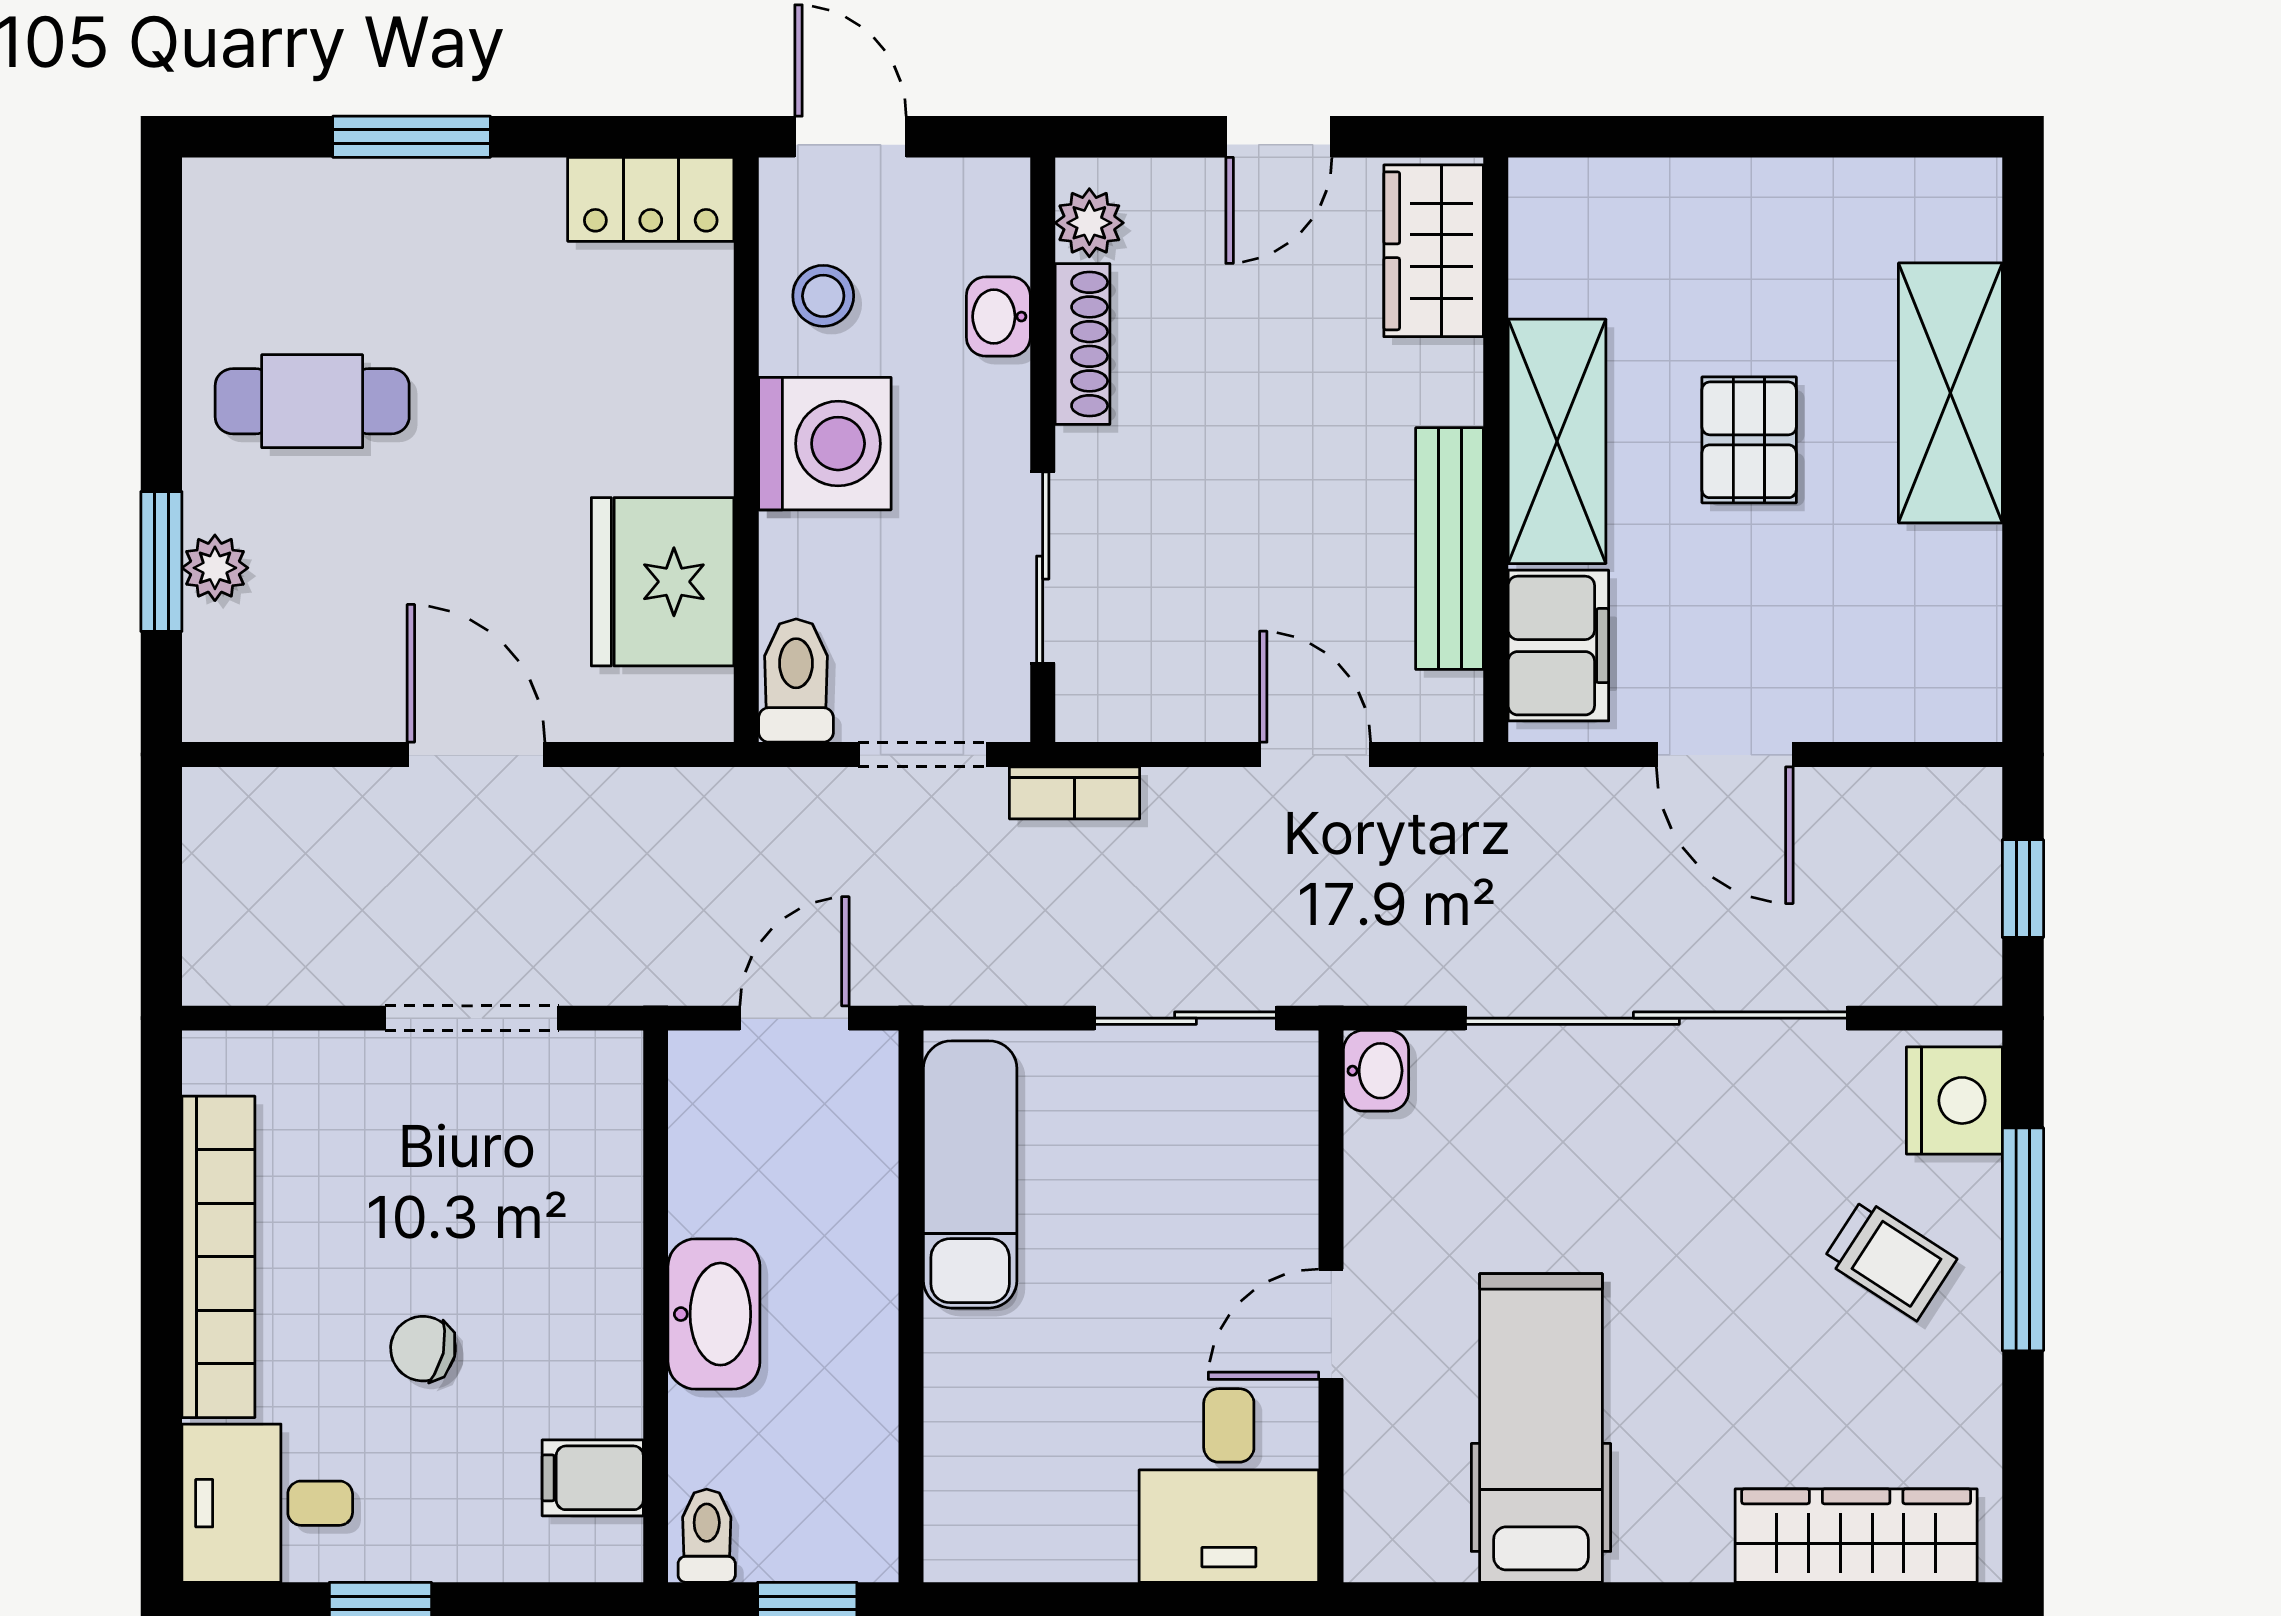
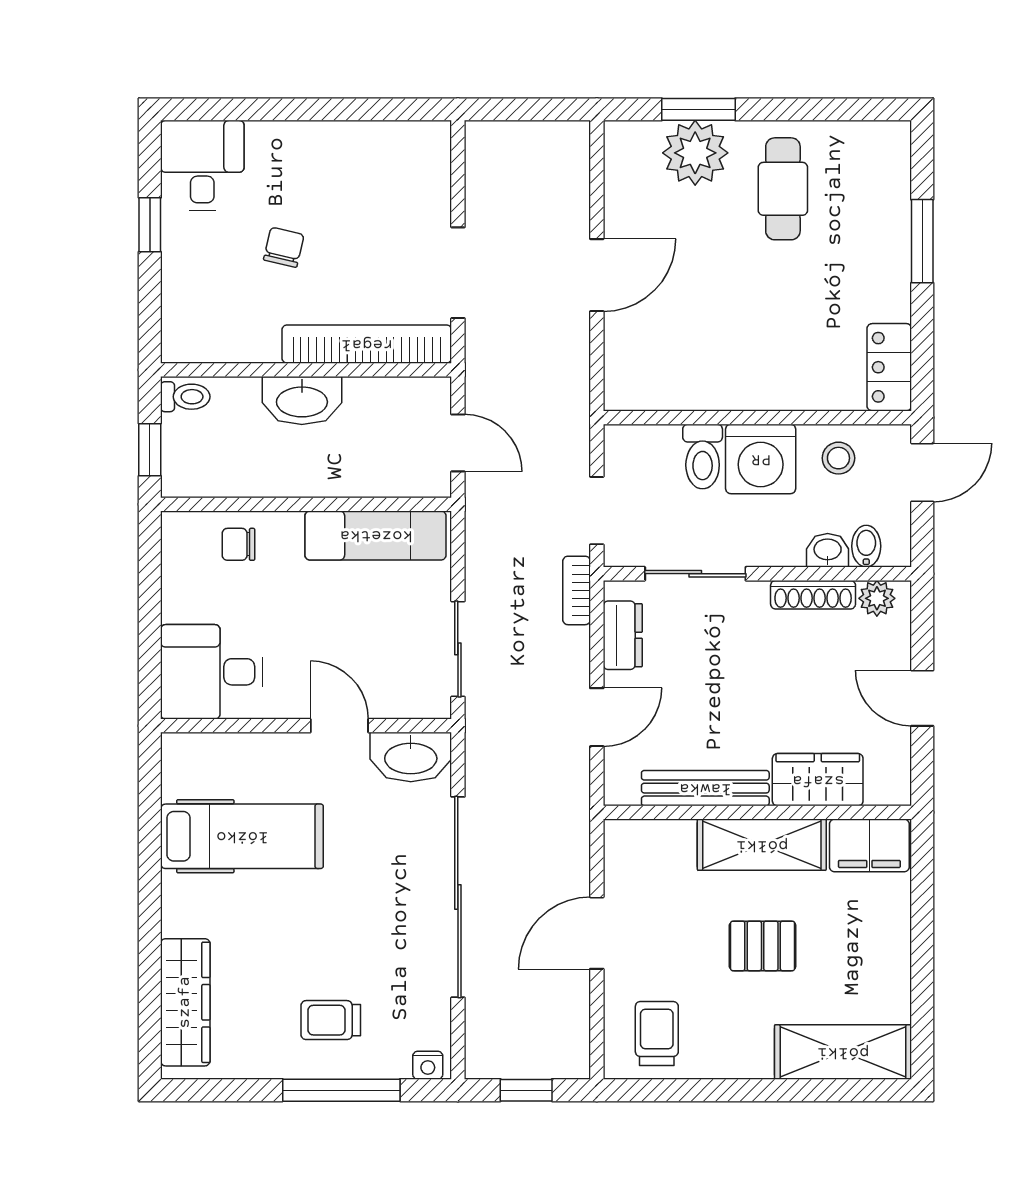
bidet: (990, 243) -> (866, 546), added
wardrobe: (1434, 251) -> (818, 780), moved
shelving: (1950, 393) -> (843, 1052), moved
plant: (215, 568) -> (695, 153), width x1.87, depth x1.87
fridge: (663, 582) -> (688, 373), removed
trolley: (1915, 641) -> (657, 1034), added
filing cabinet: (1558, 646) -> (869, 845), moved
toilet: (796, 681) -> (703, 456), moved, turned 90
dresser: (1159, 705) -> (623, 635), added
washbasin: (1376, 1071) -> (411, 757), width x1.91, depth x1.45
nightstand: (1954, 1100) -> (428, 1065), width x0.53, depth x0.56
bookcase: (218, 1257) -> (367, 344), moved, turned 180
trolley: (1890, 1260) -> (331, 1020), turned 57
door: (1331, 1324) -> (339, 726), moved
chair: (987, 1434) -> (239, 544), added
filing cabinet: (593, 1478) -> (216, 337), removed

